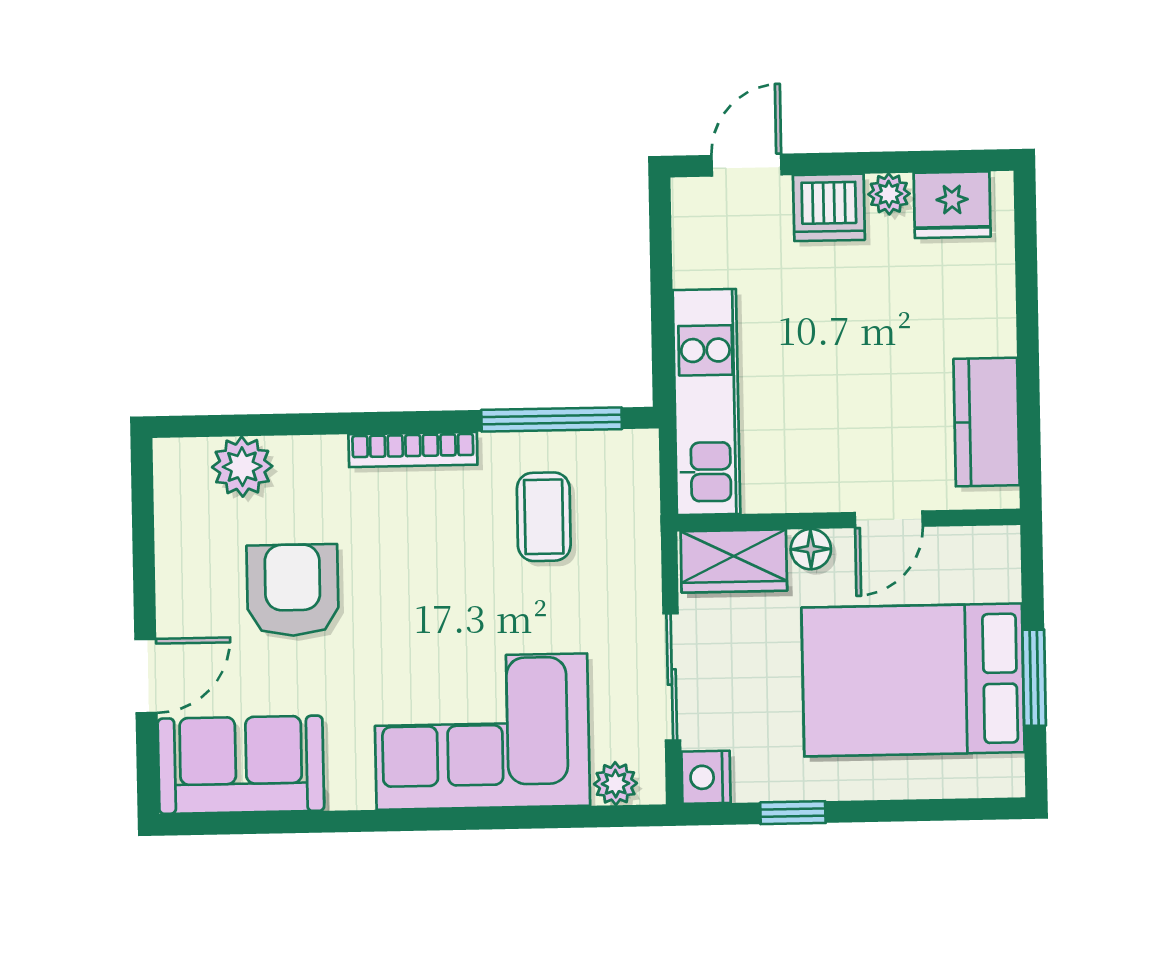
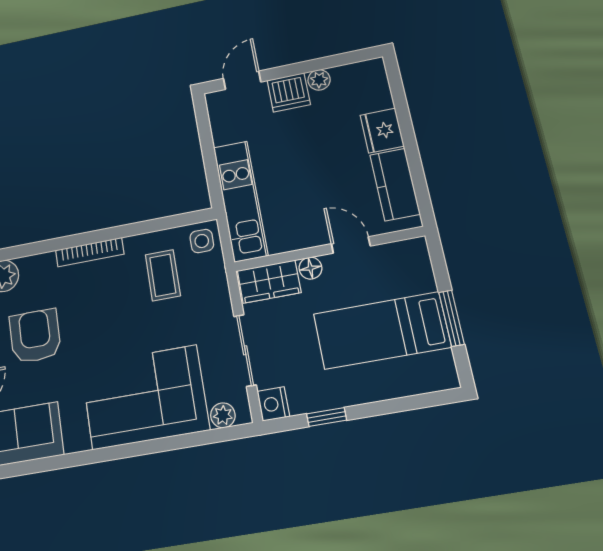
fridge: (952, 205) -> (382, 131), moved, turned 90
window: (552, 420) -> (160, 224), removed
side table: (624, 465) -> (202, 241), added
door: (889, 519) -> (351, 245), swing flipped
bed: (913, 680) -> (382, 331), width x0.67

